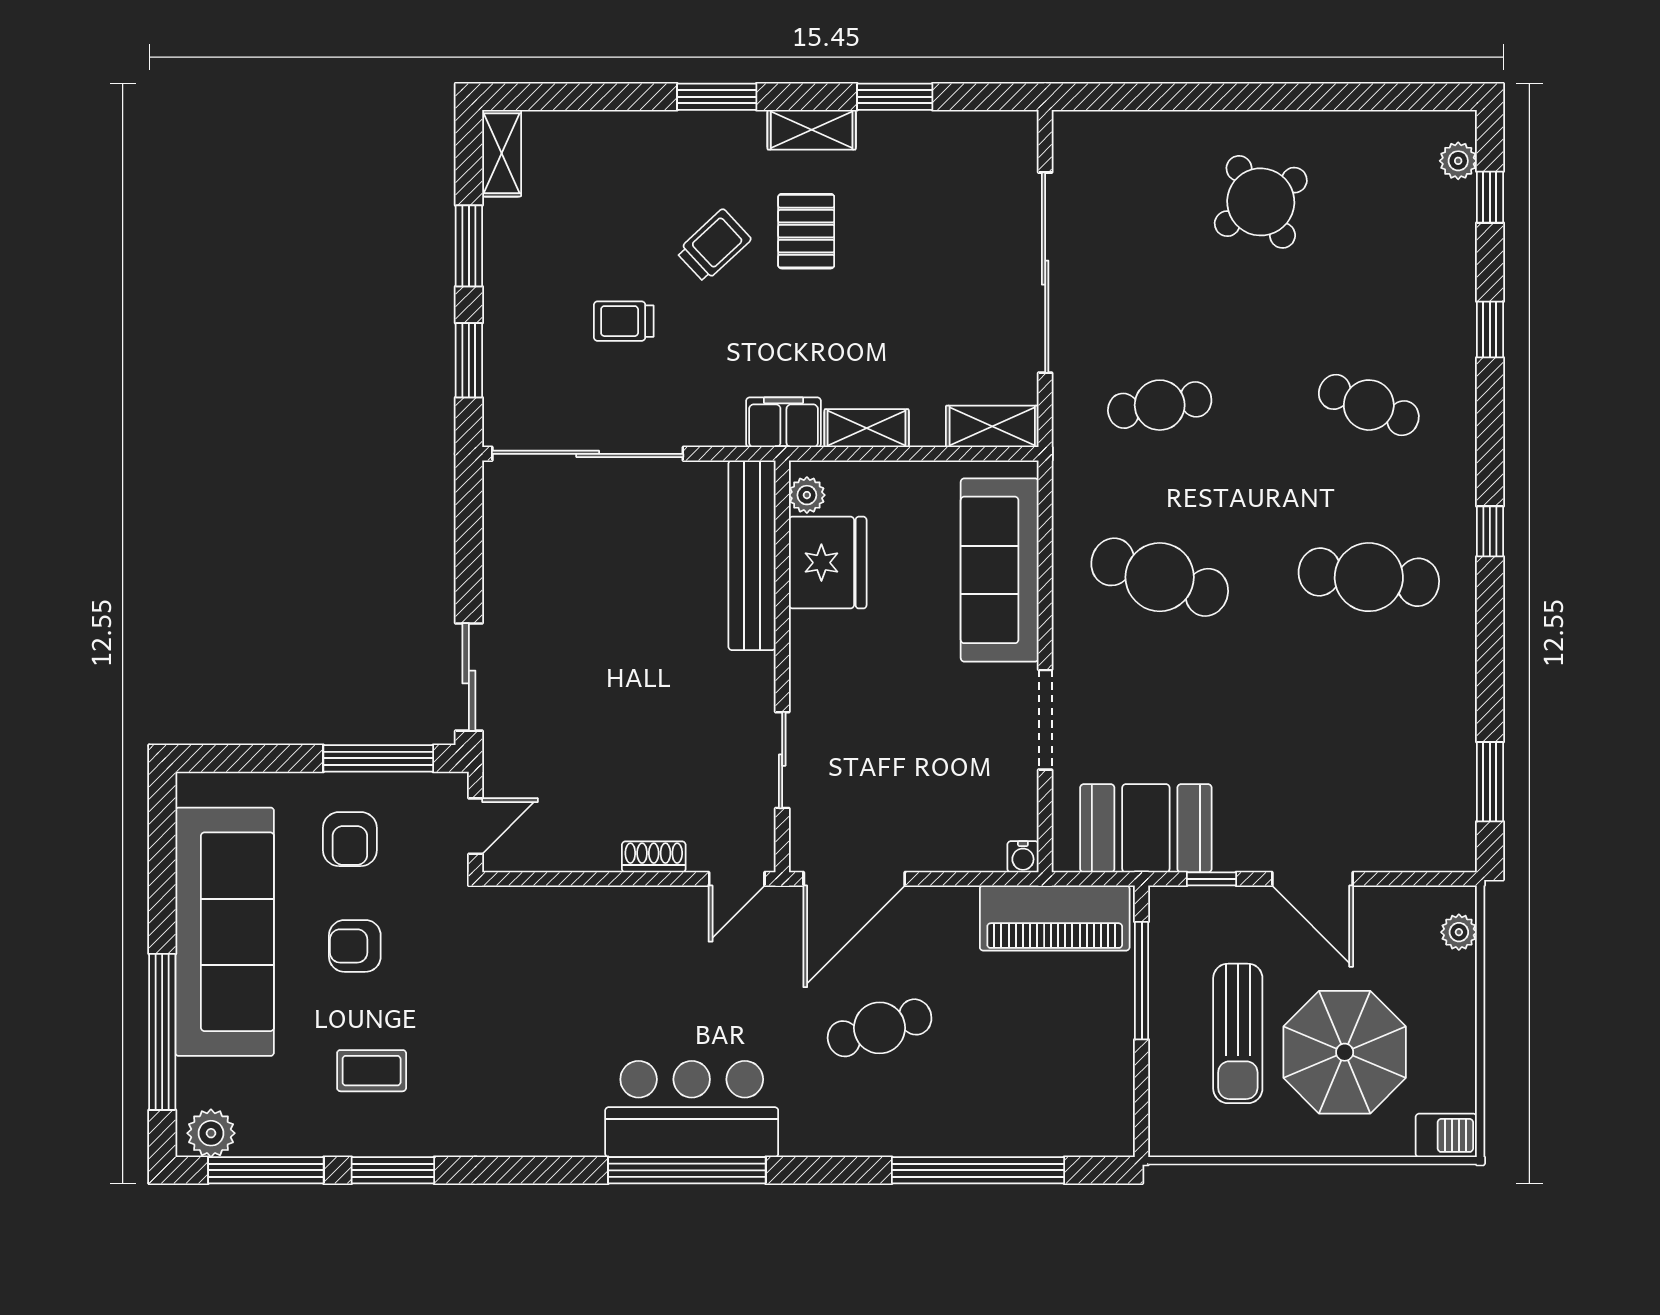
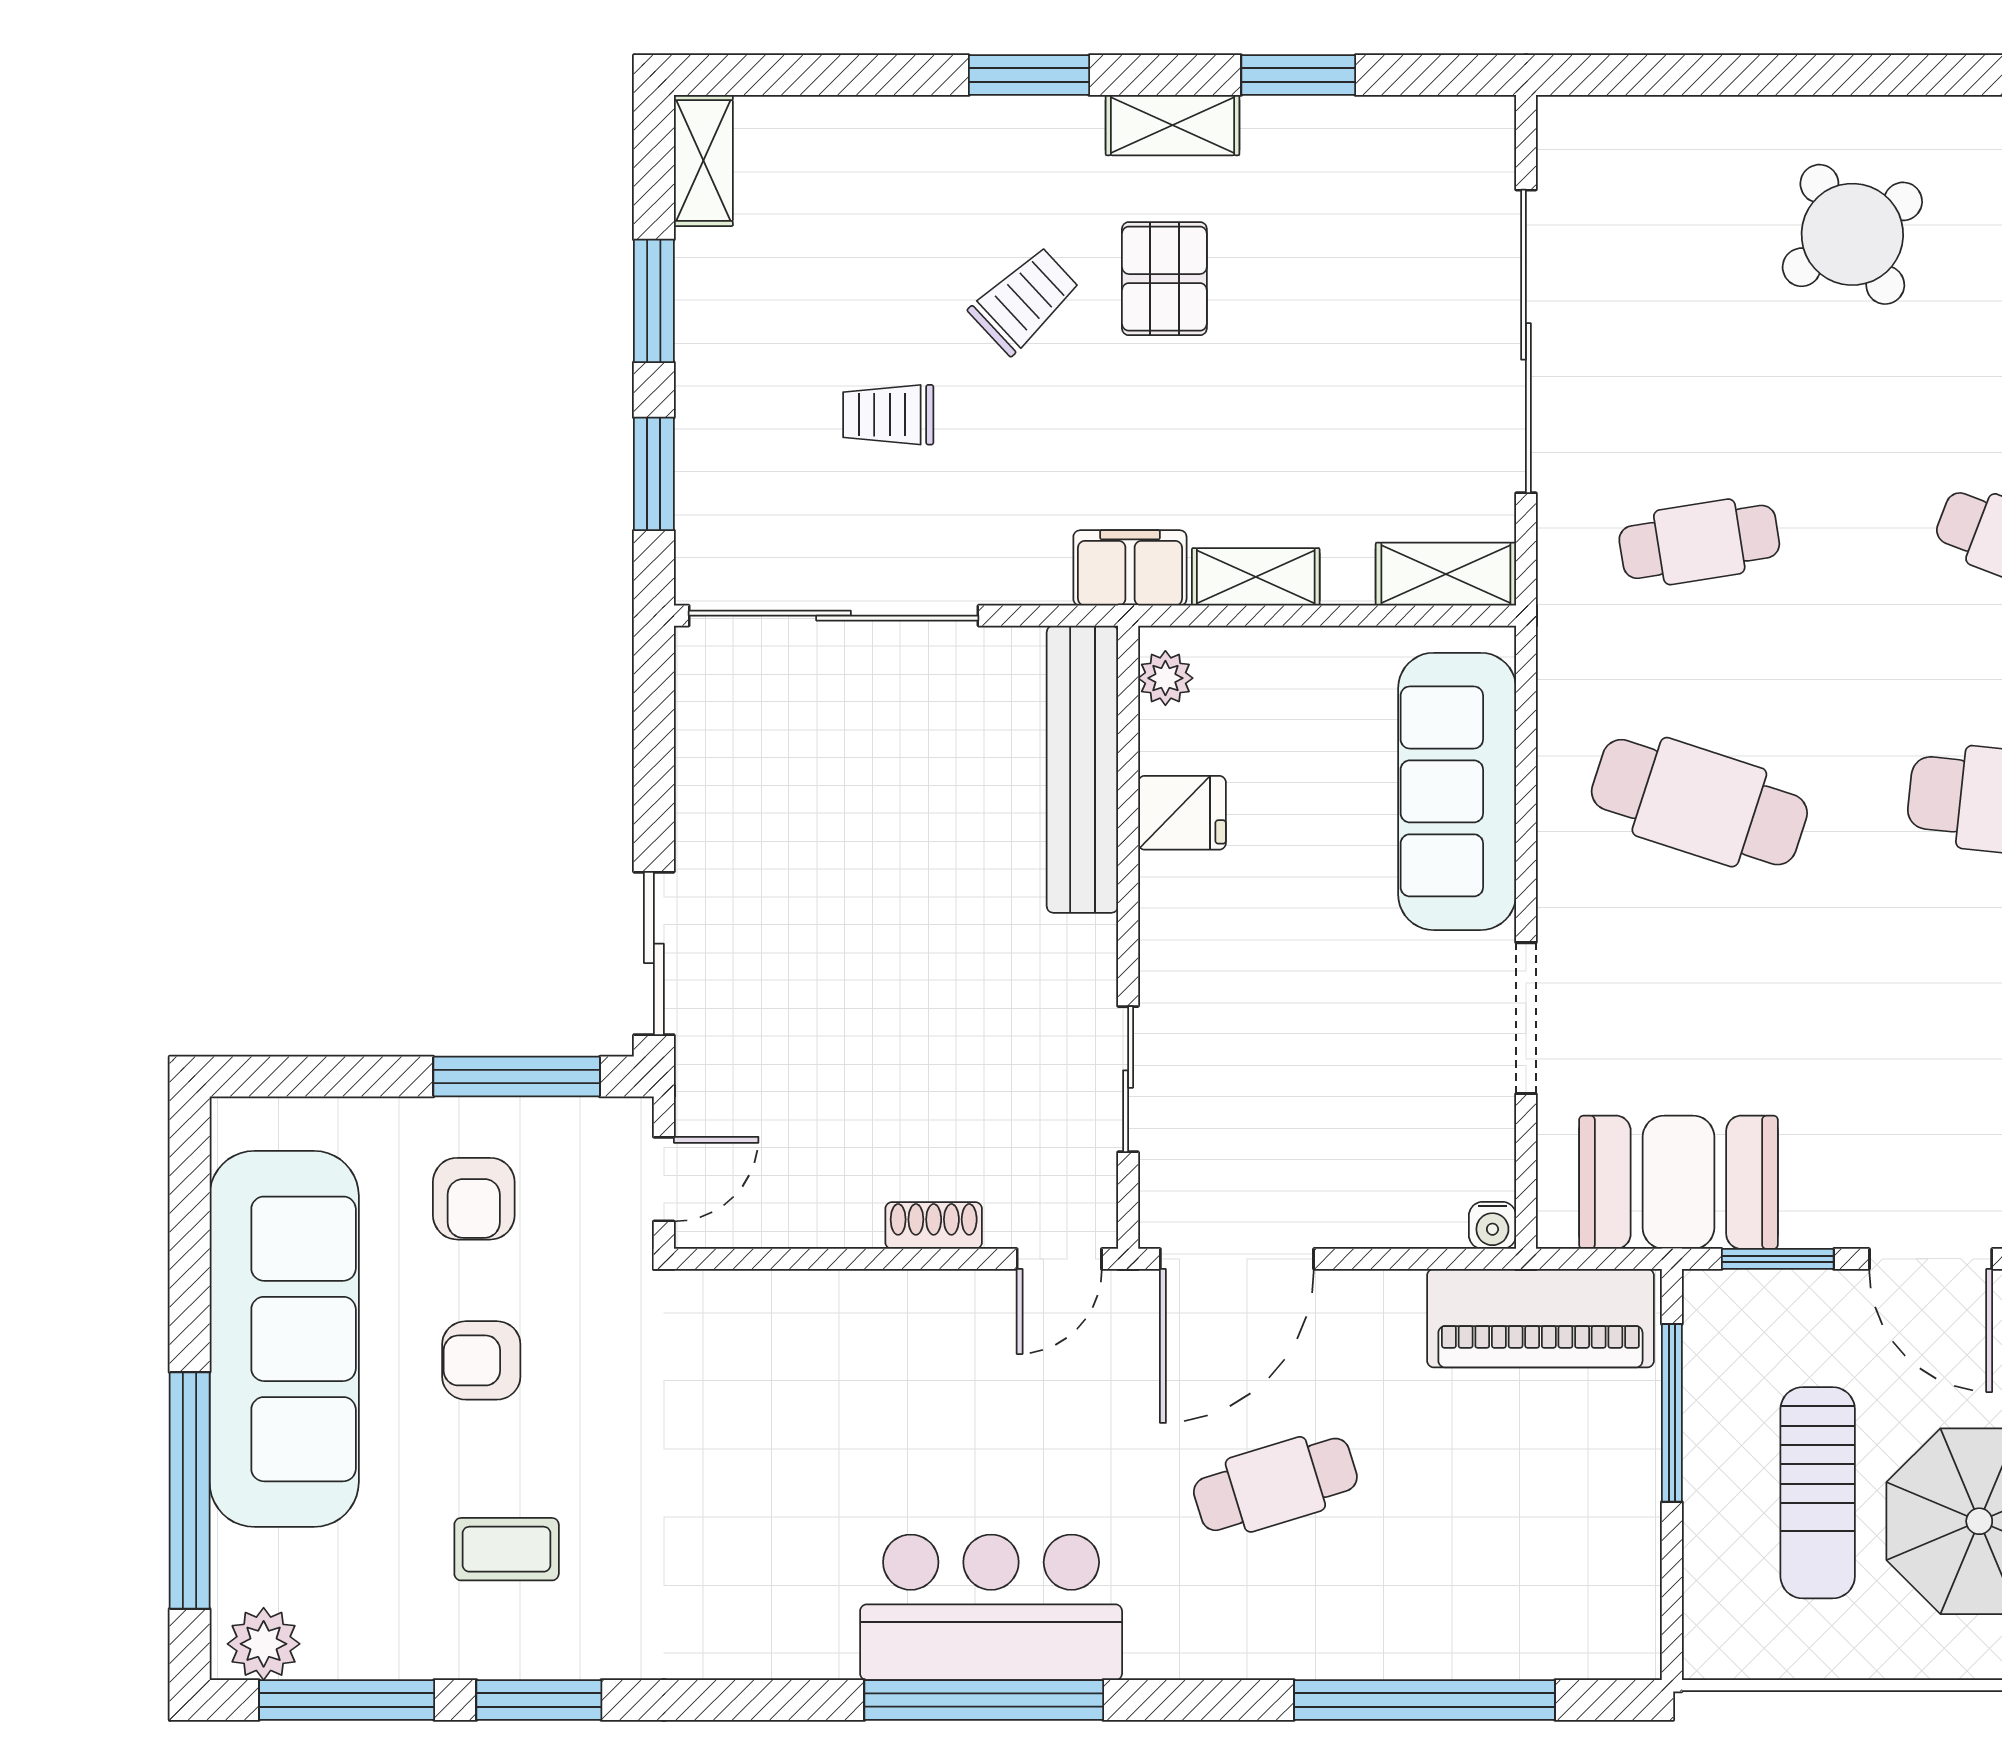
fridge: (828, 563) -> (1182, 813), width x0.53, depth x0.75
window: (1211, 879) -> (1778, 1259), width x1.50

